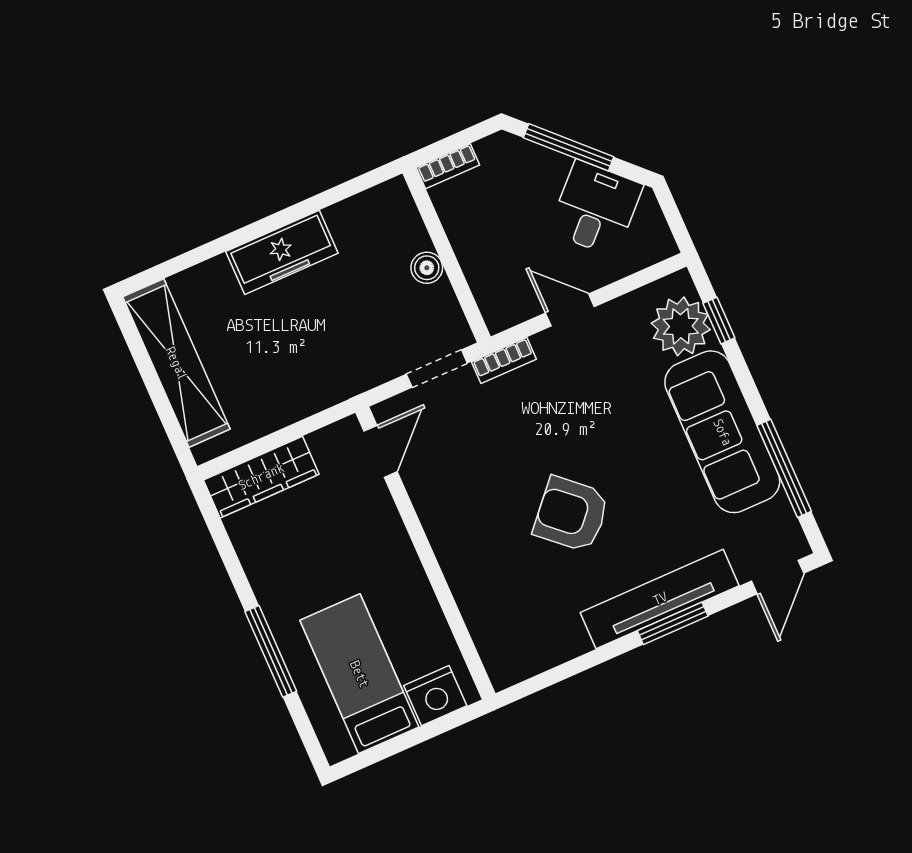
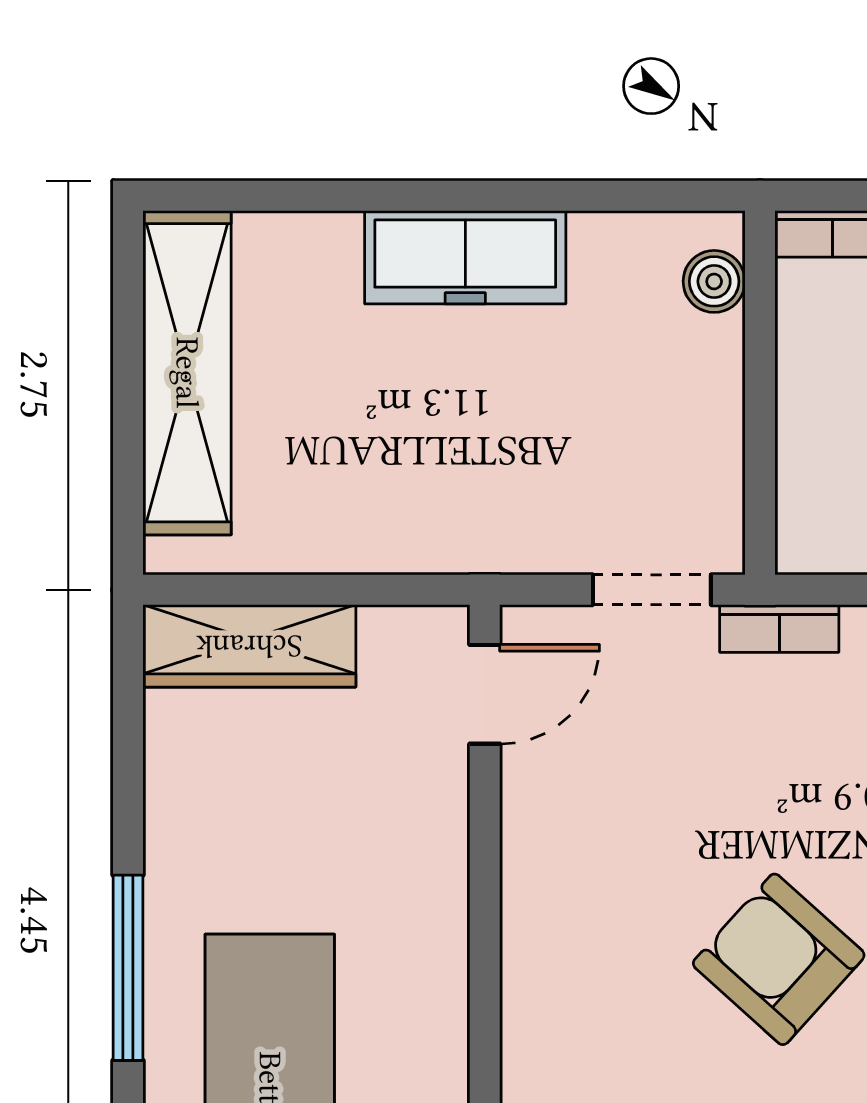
boiler: (427, 268) -> (714, 281), moved

